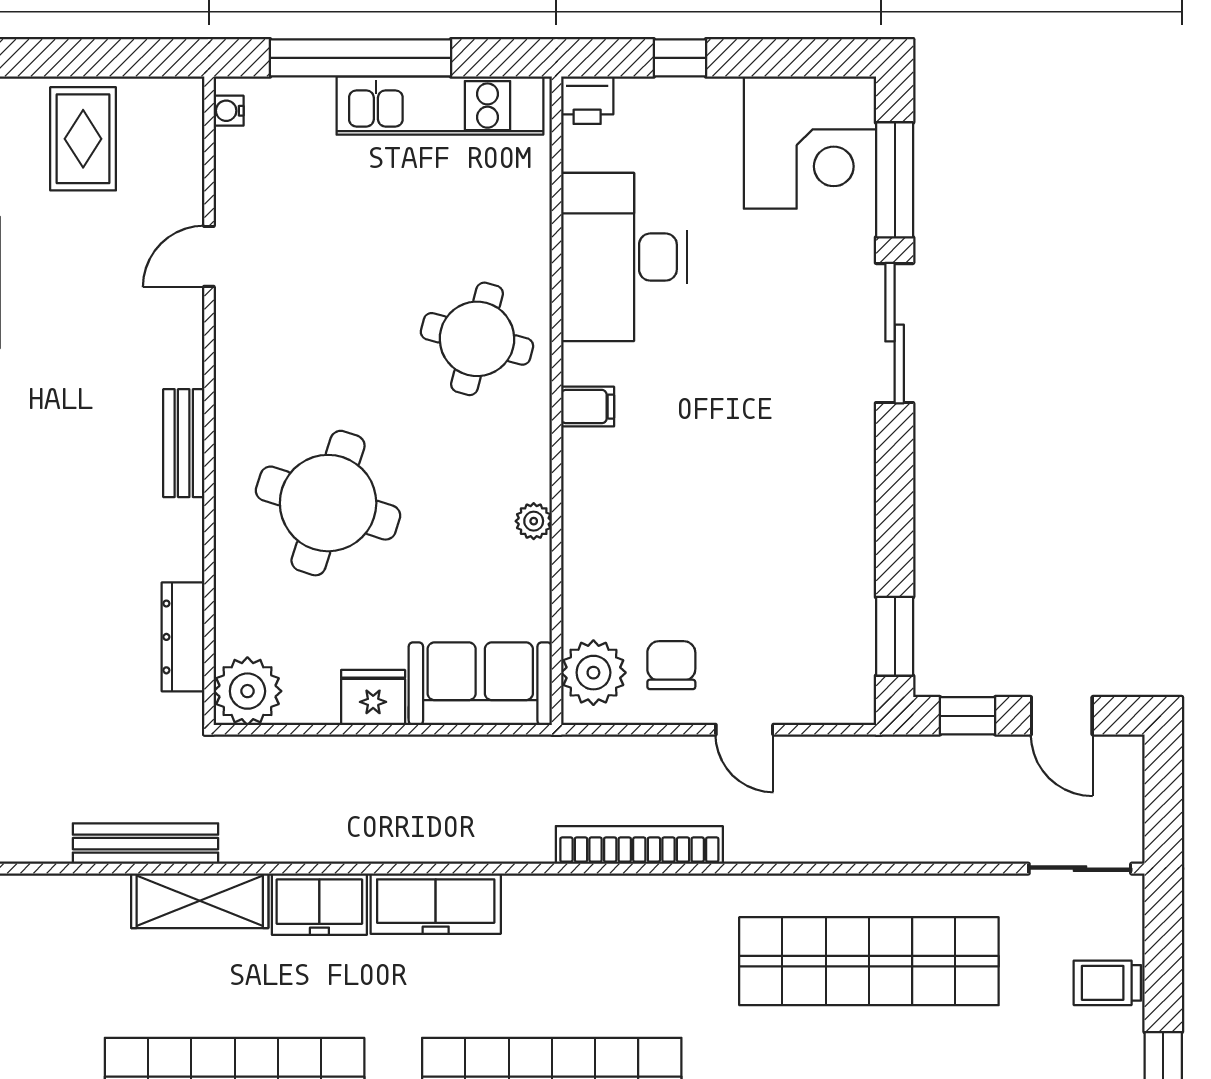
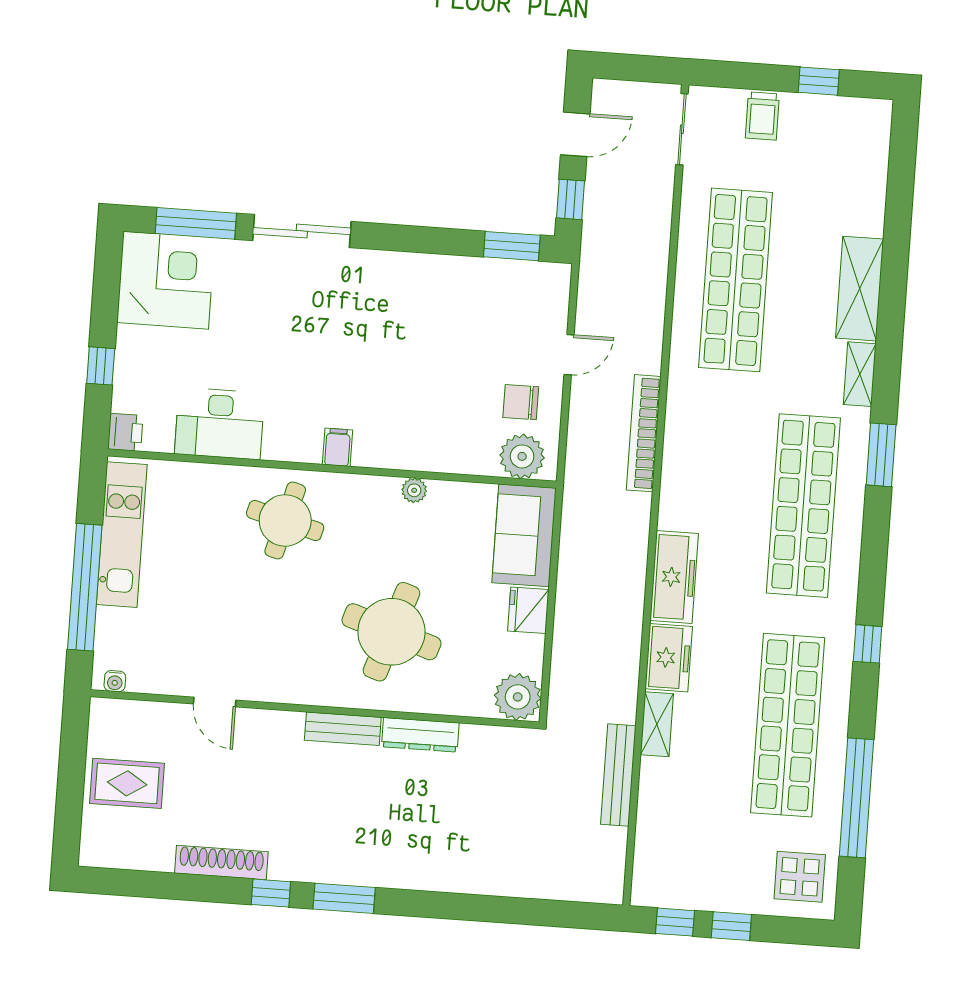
desk: (624, 257) -> (220, 424), width x0.73, depth x0.77
dresser: (183, 637) -> (420, 735), moved
shelving: (200, 901) -> (657, 724), width x0.67, depth x0.75

